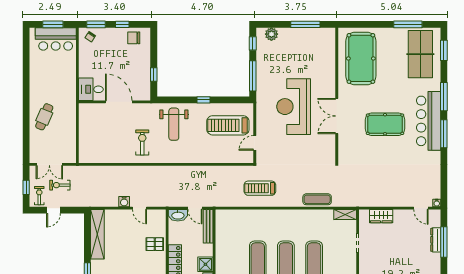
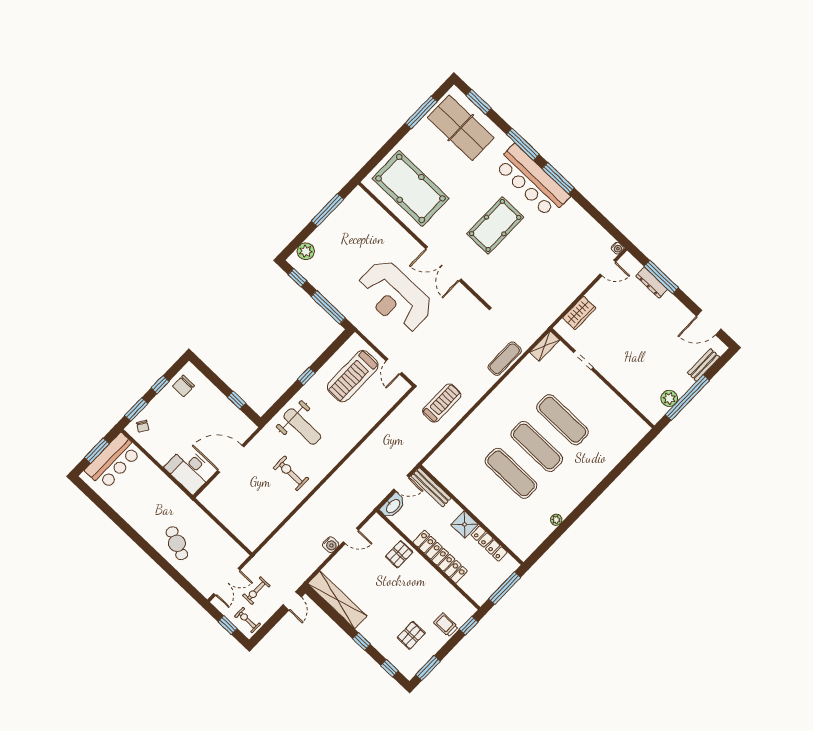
desk: (91, 89) -> (189, 470), width x1.37
treadmill: (260, 188) -> (442, 403), turned 180
door: (53, 210) -> (292, 601), moved

